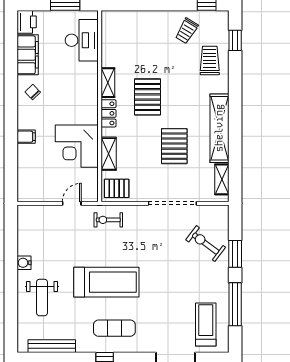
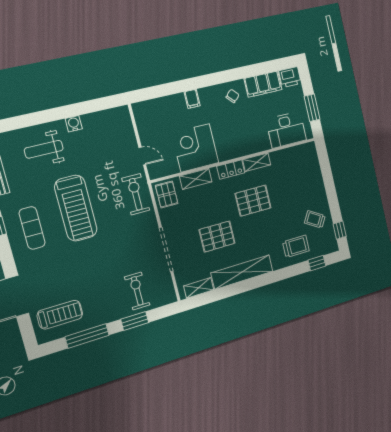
exercise bike: (108, 220) -> (136, 194), width x1.38, depth x1.39
exercise bike: (206, 244) -> (137, 291), turned -37

